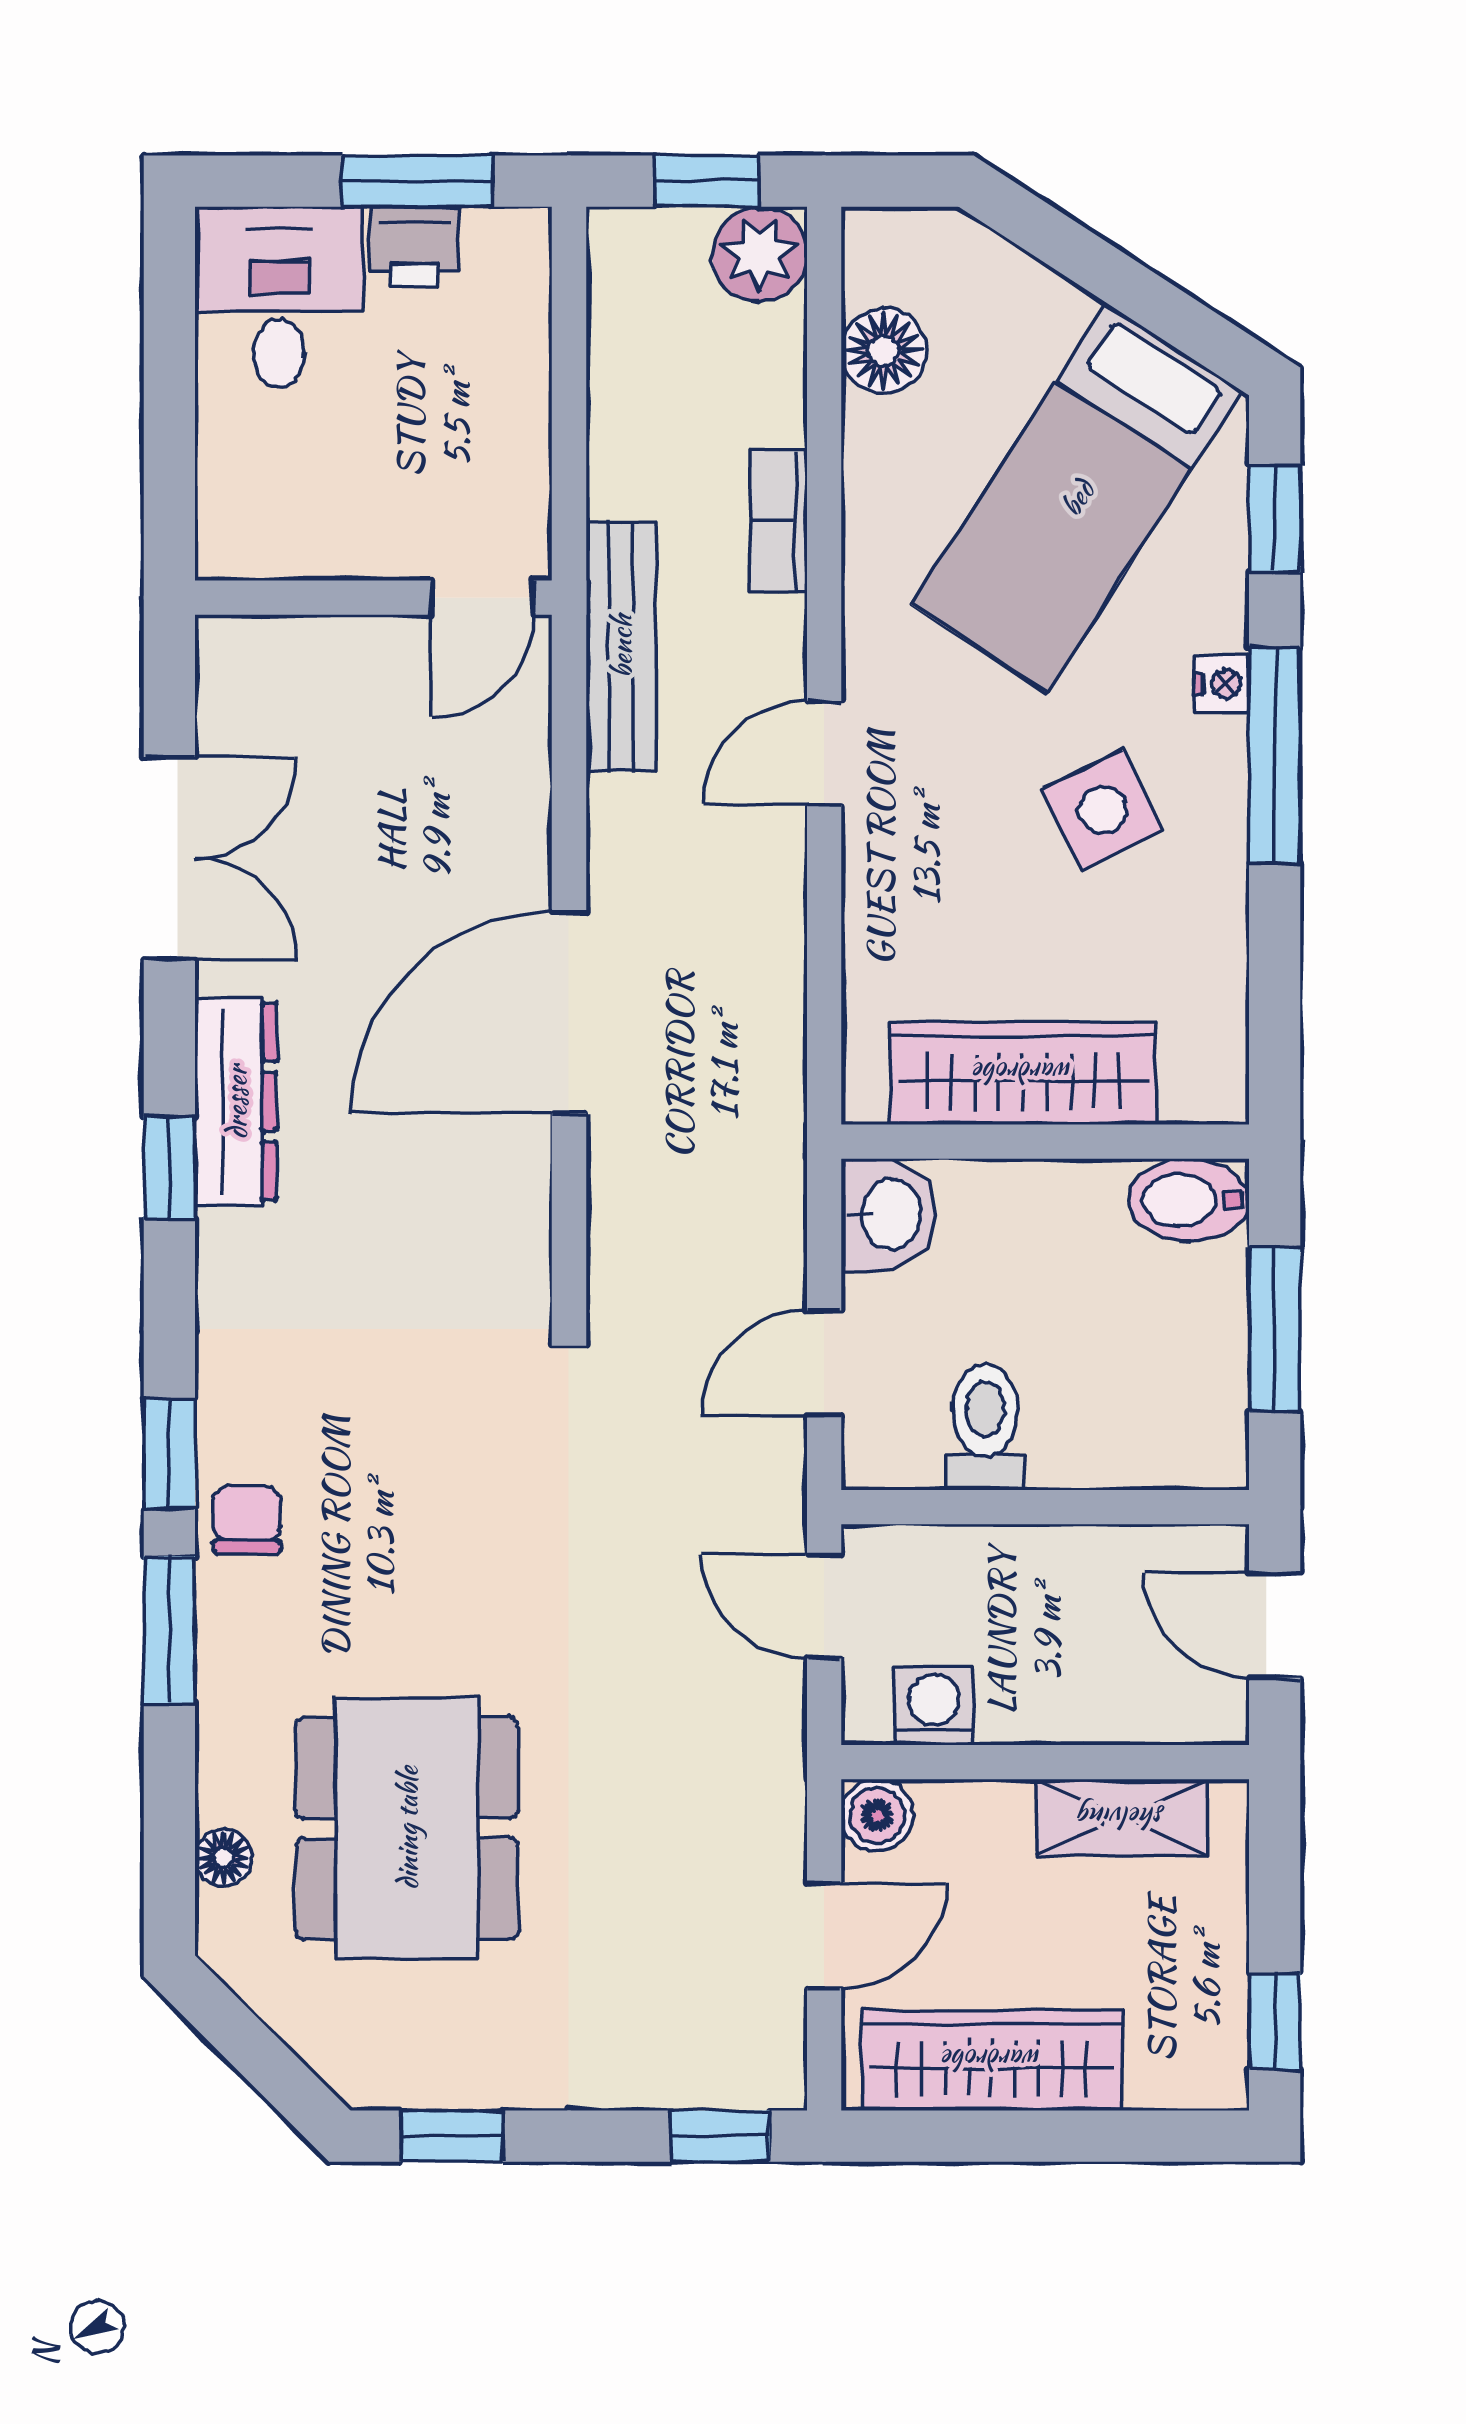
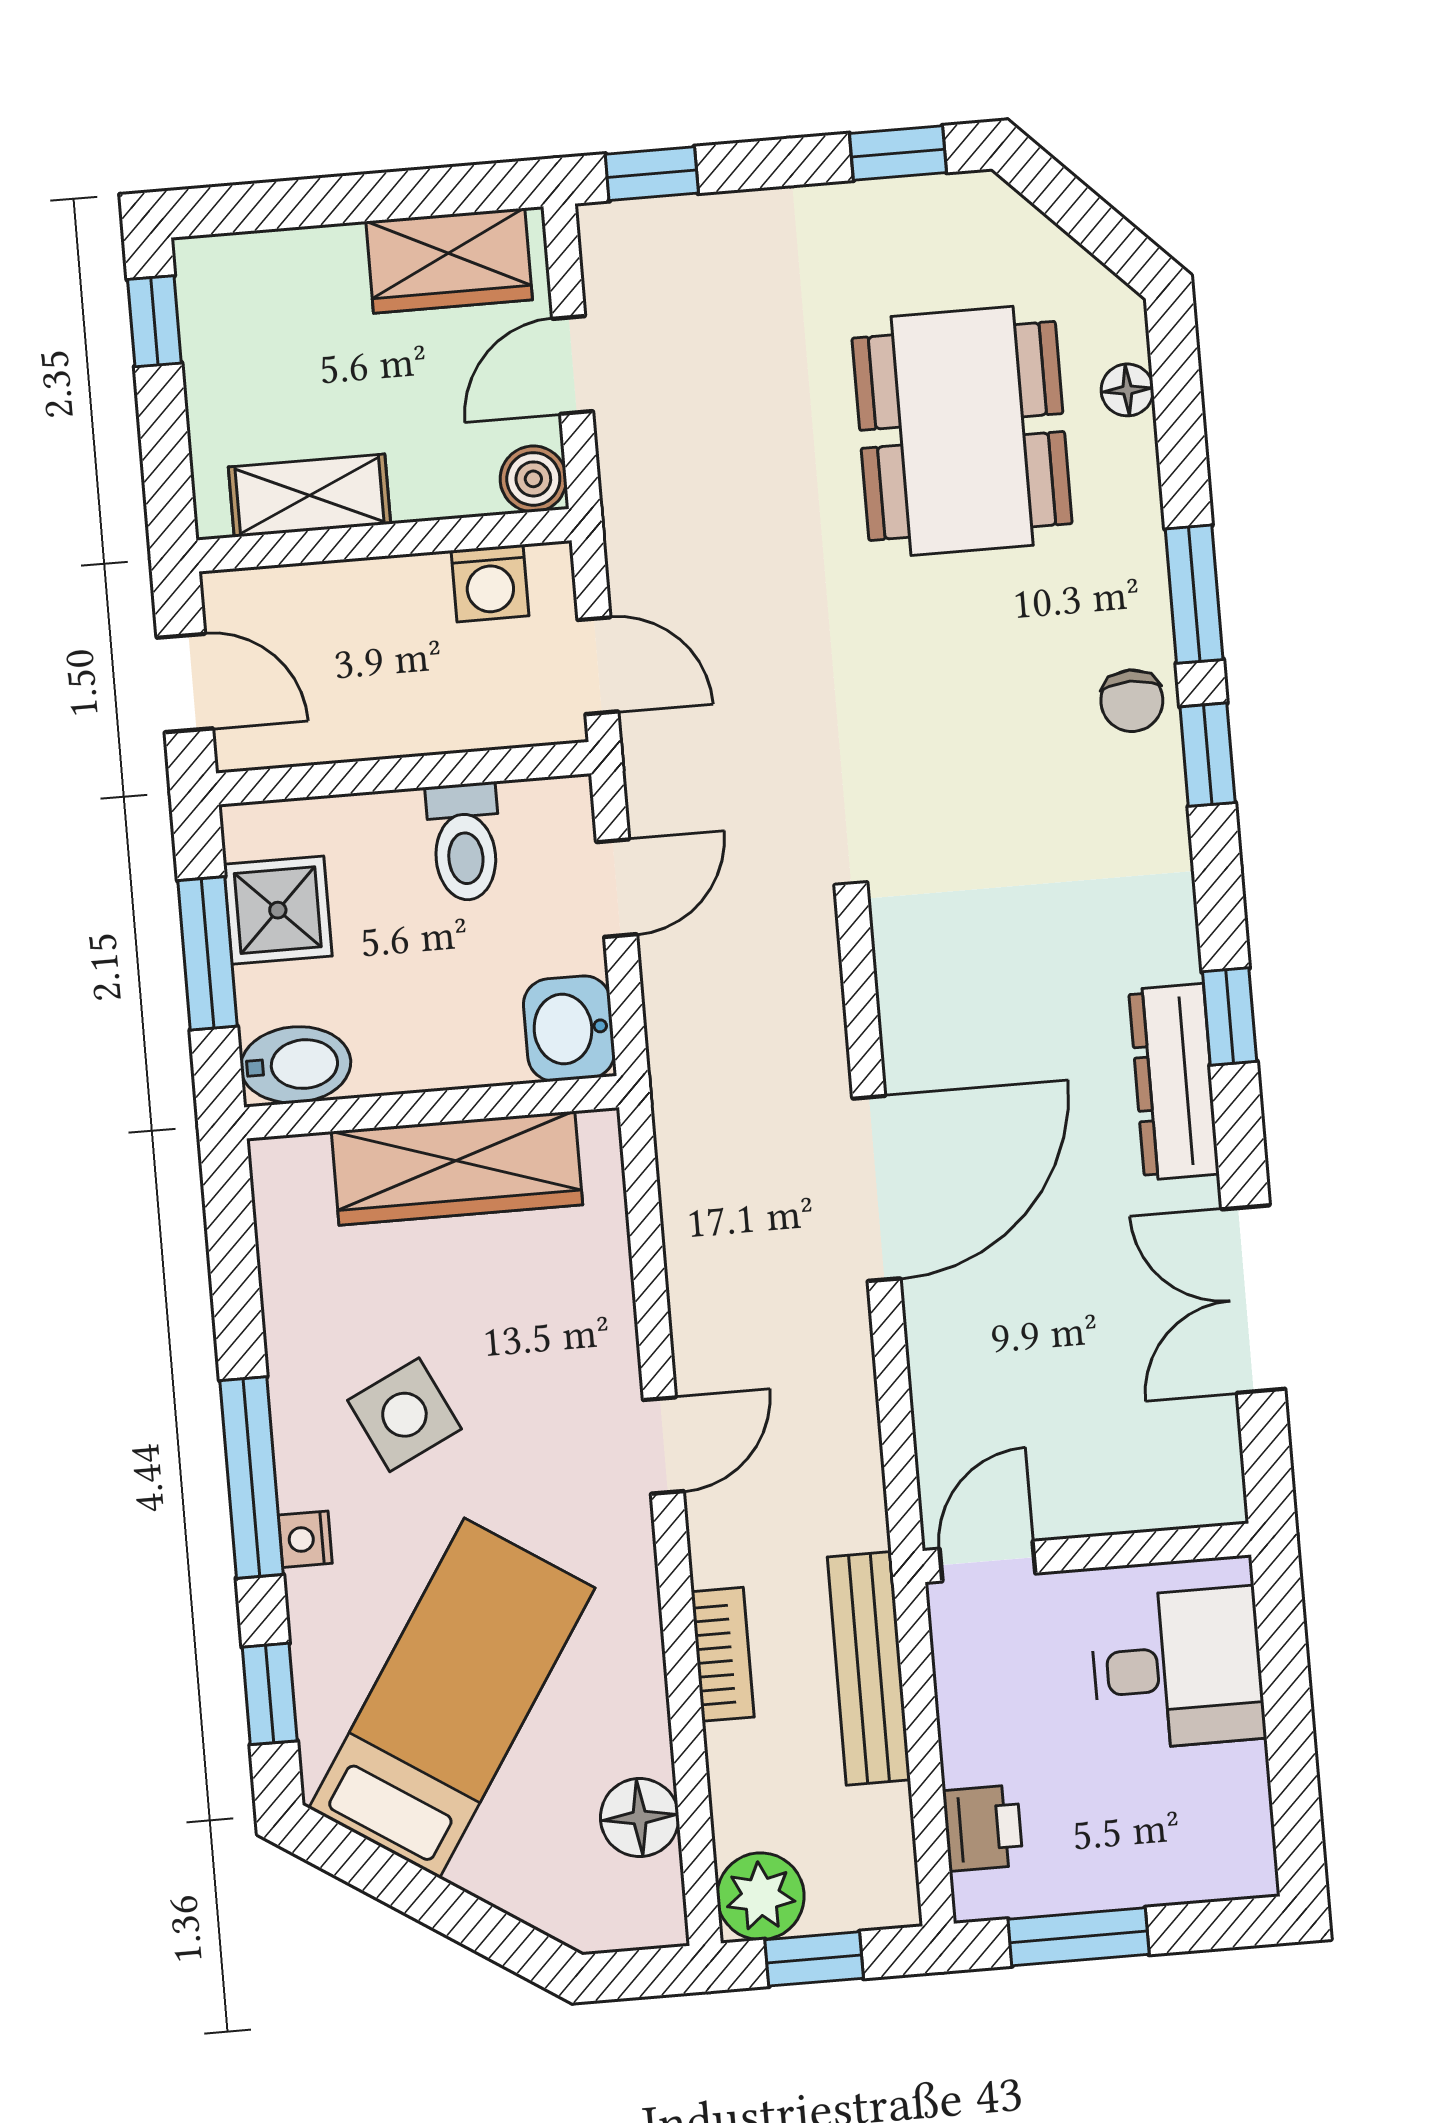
printer: (414, 247) -> (983, 1828), moved, turned 90
desk: (279, 297) -> (1178, 1668), moved, turned -90
bench: (621, 646) -> (869, 1668), moved
shower: (1194, 1370) -> (278, 910), added
wardrobe: (992, 2060) -> (449, 261), width x0.67

